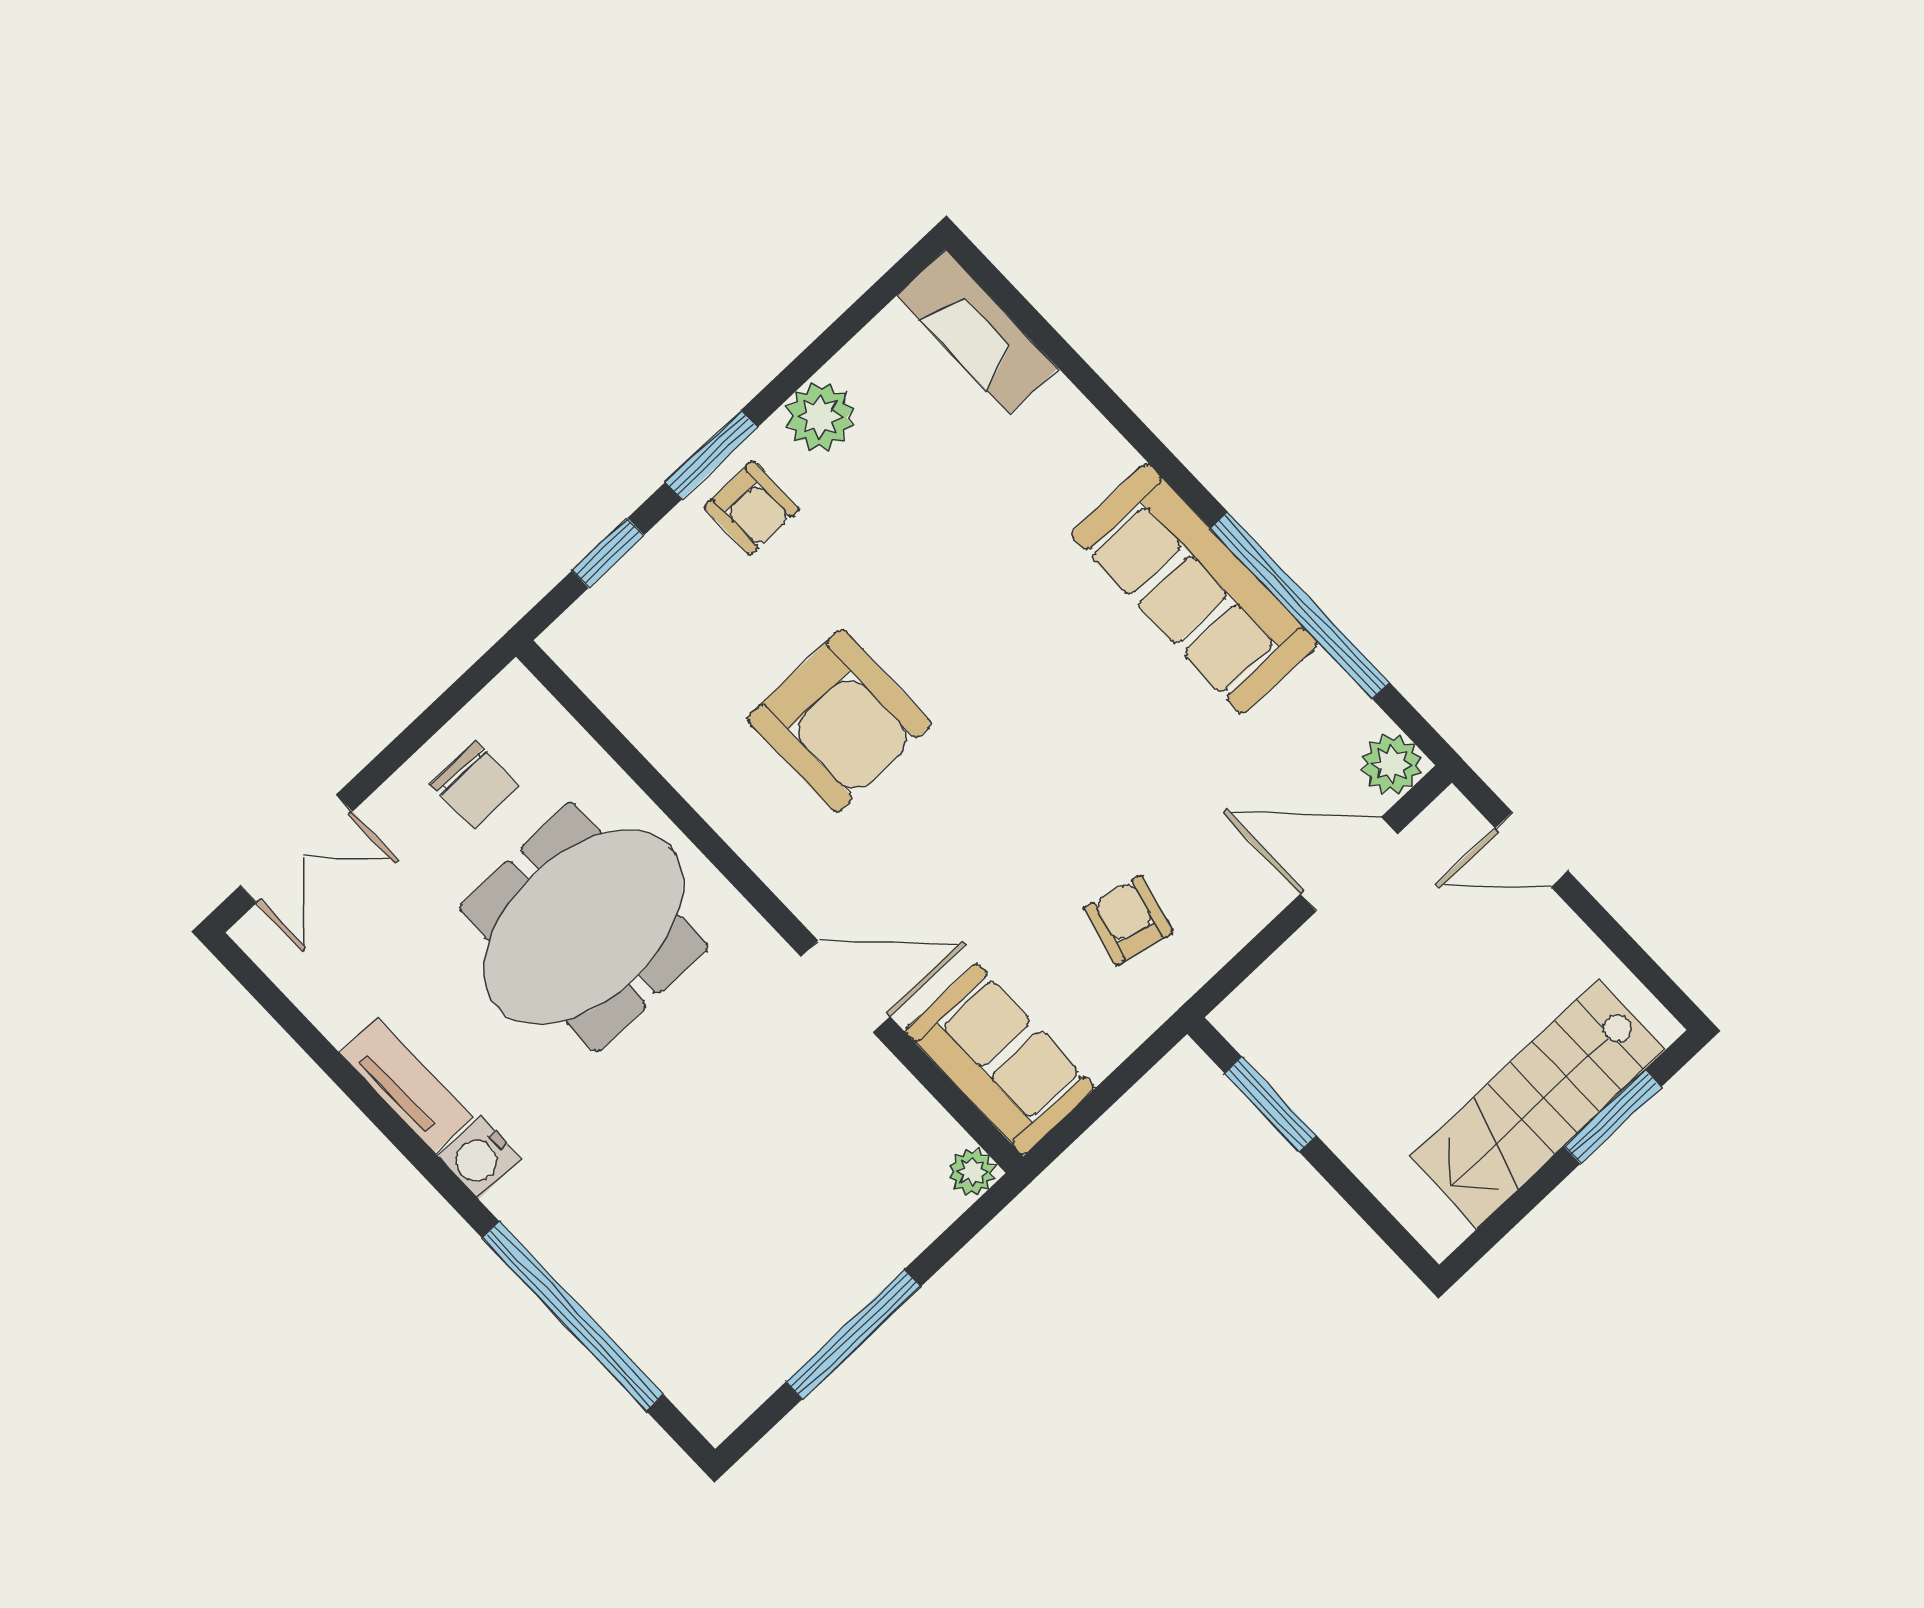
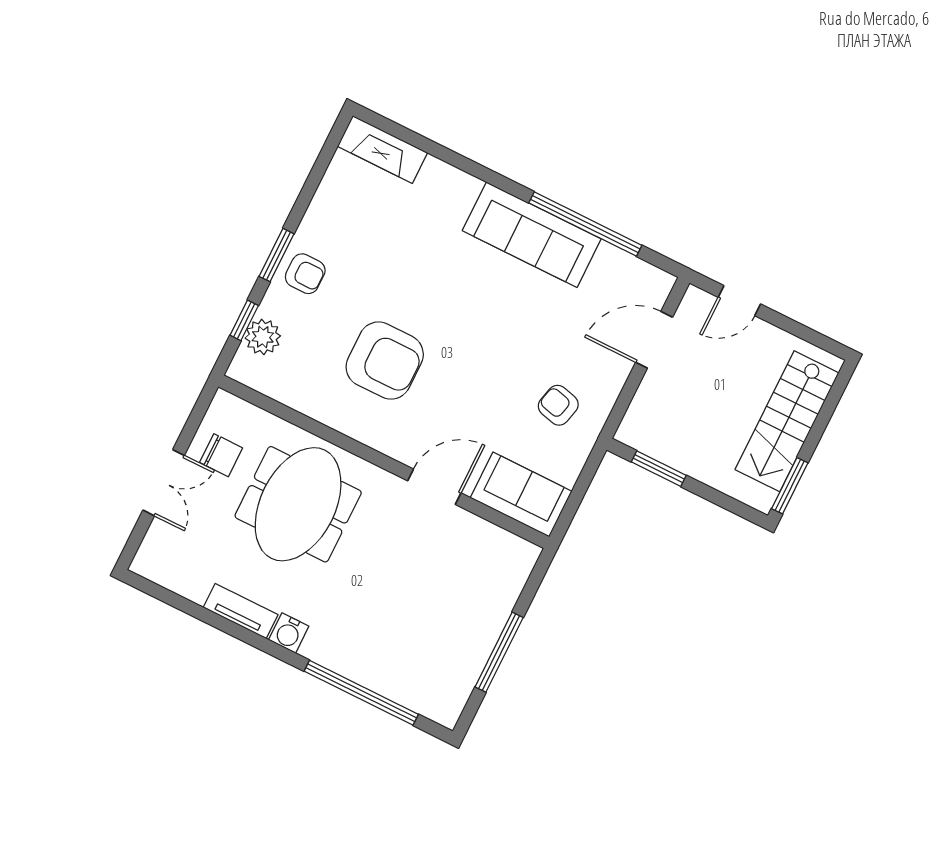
plant: (820, 417) -> (263, 337), moved
plant: (1392, 764) -> (657, 284), removed
double door: (296, 849) -> (164, 483), moved
window: (1613, 1117) -> (790, 486), moved
plant: (972, 1172) -> (528, 554), removed

